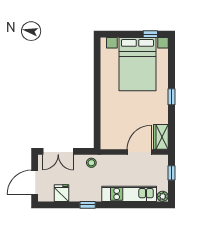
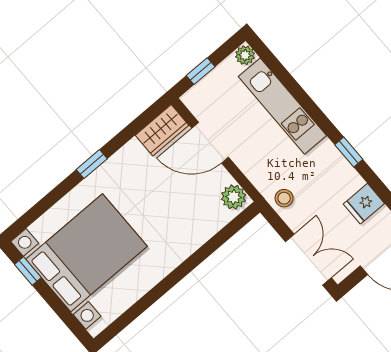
plant: (109, 143) -> (234, 197), added

